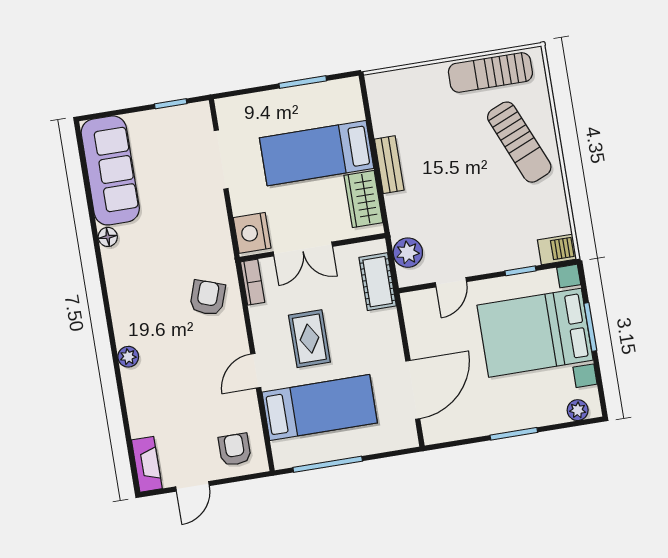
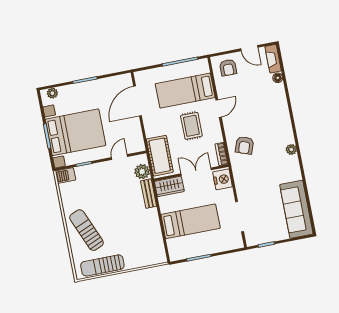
sun lounger: (490, 72) -> (102, 265), turned 180
bench: (389, 165) -> (149, 194), moved
wardrobe: (363, 199) -> (169, 186), moved, turned 90
floor lamp: (108, 237) -> (278, 78), moved
cot: (378, 282) -> (160, 156), width x1.37, depth x1.34
plant: (128, 357) -> (291, 149), moved
door: (193, 486) -> (249, 48), swing flipped

